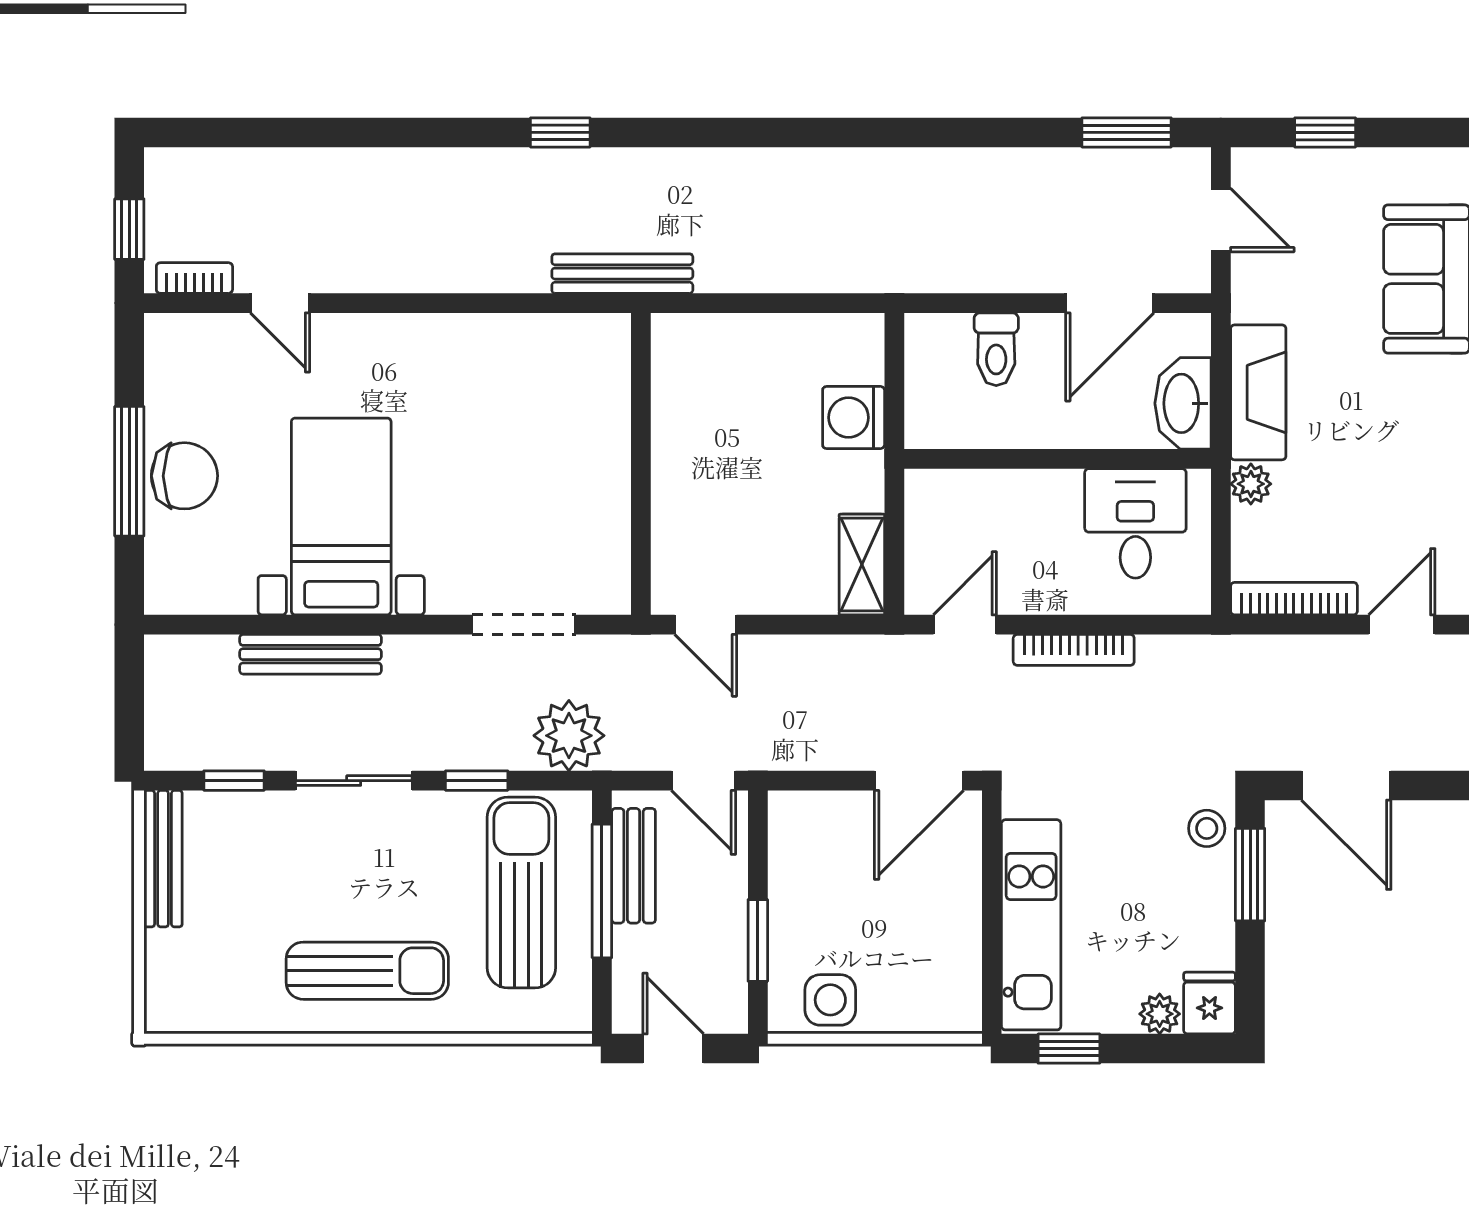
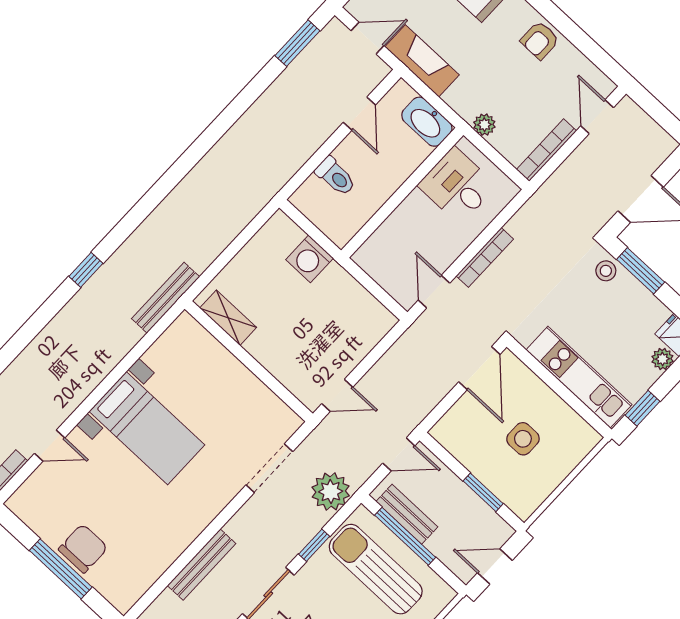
door: (1110, 303) -> (359, 114), width x0.73
fireplace: (1258, 392) -> (422, 61), moved
armchair: (1433, 453) -> (540, 40), added
bed with nightstands: (341, 516) -> (147, 428), moved, turned 180
shelving: (862, 564) -> (228, 318), moved
side table: (830, 1000) -> (523, 439), moved

